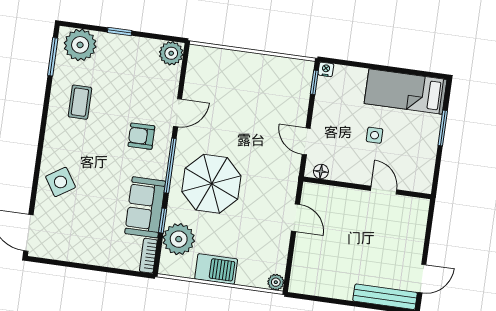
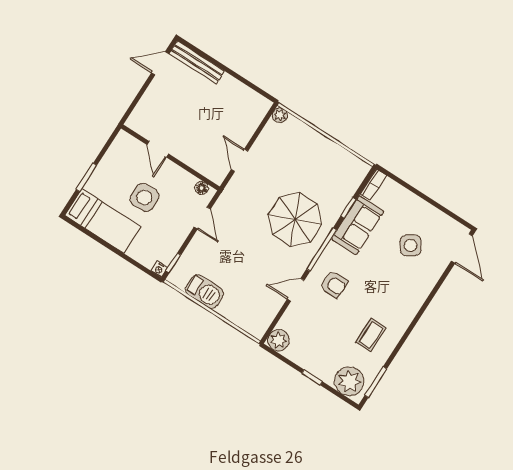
side table: (375, 135) -> (144, 197), width x1.87, depth x1.87
side table: (61, 182) -> (411, 245), moved
plant: (179, 239) -> (342, 187), removed
barbecue: (216, 269) -> (205, 292), moved, turned 180

